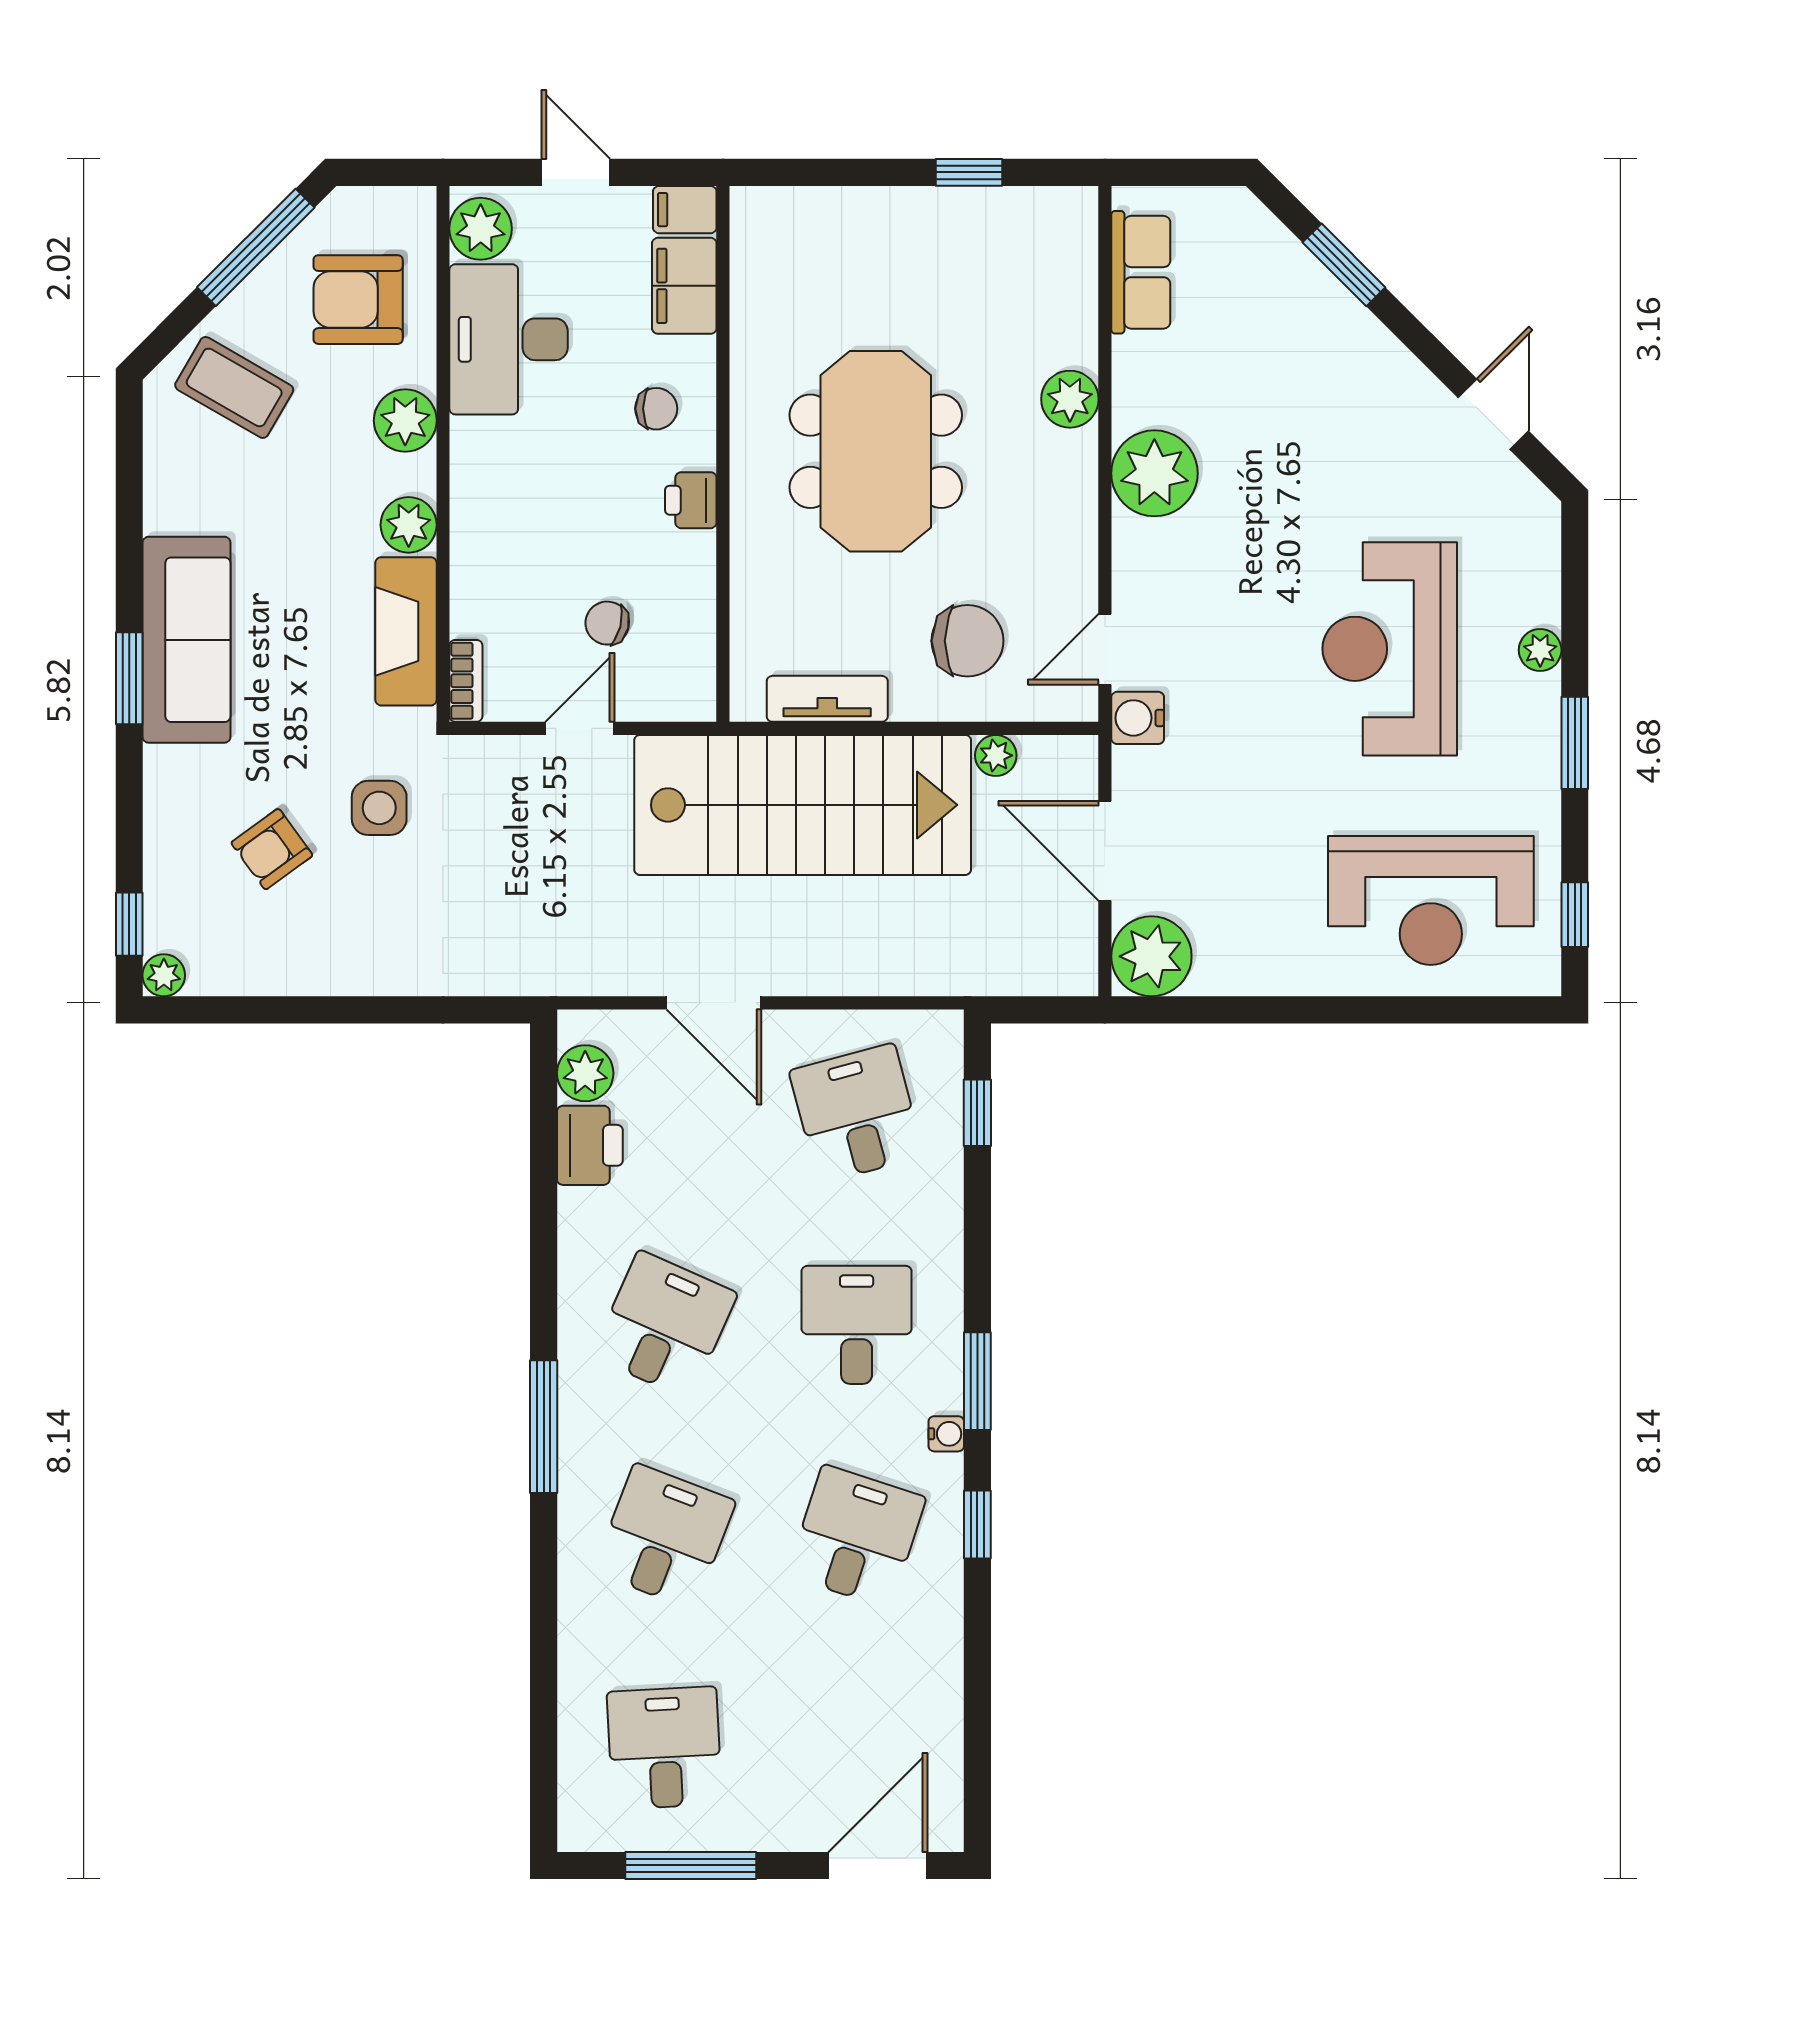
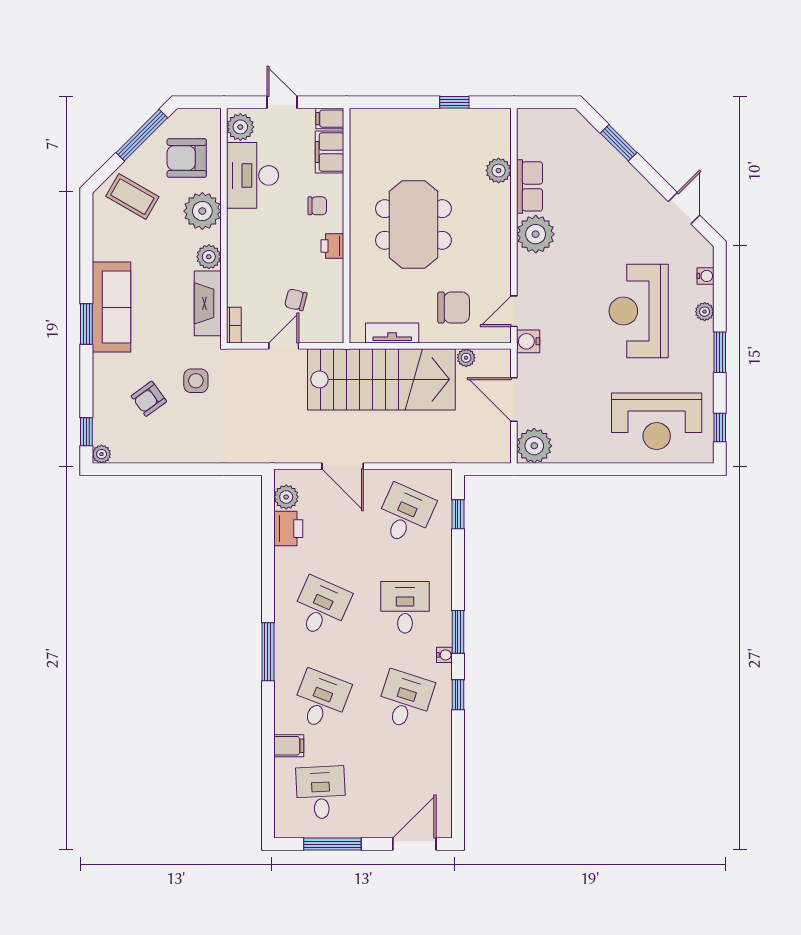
row of seats: (1141, 272) -> (530, 186), moved
plant: (1070, 399) -> (499, 171), moved
plant: (405, 421) -> (202, 211), width x1.36, depth x1.36
water cooler: (1542, 569) -> (705, 276), added
desk: (857, 1113) -> (405, 515), turned 39
filing cabinet: (591, 1641) -> (289, 746), added

